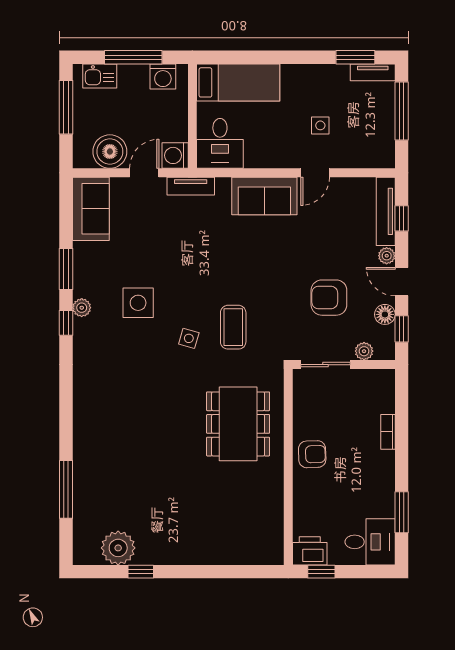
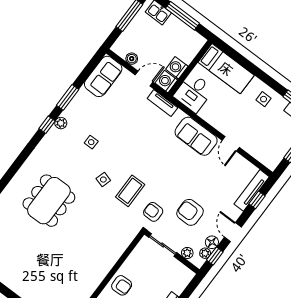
washing machine: (163, 77) -> (177, 68), moved, turned 90
side table: (320, 125) -> (264, 99), moved
boiler: (110, 152) -> (132, 59), width x0.54, depth x0.54
door: (315, 173) -> (231, 144), hinge flipped
plant: (387, 256) -> (205, 253), moved
side table: (138, 303) -> (91, 142), width x0.54, depth x0.54
armchair: (282, 332) -> (153, 212), added
dining table: (238, 424) -> (49, 201), moved

